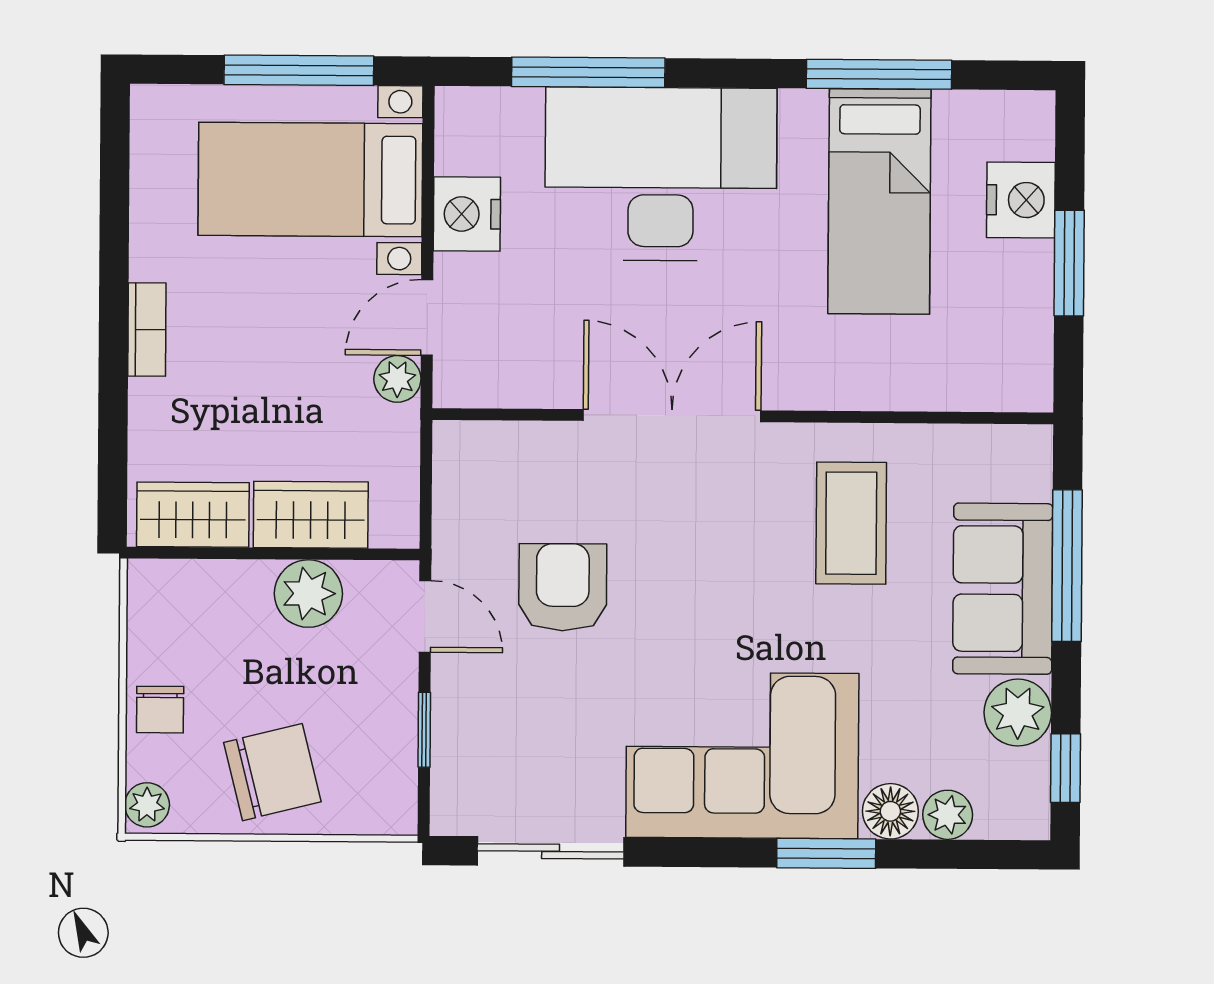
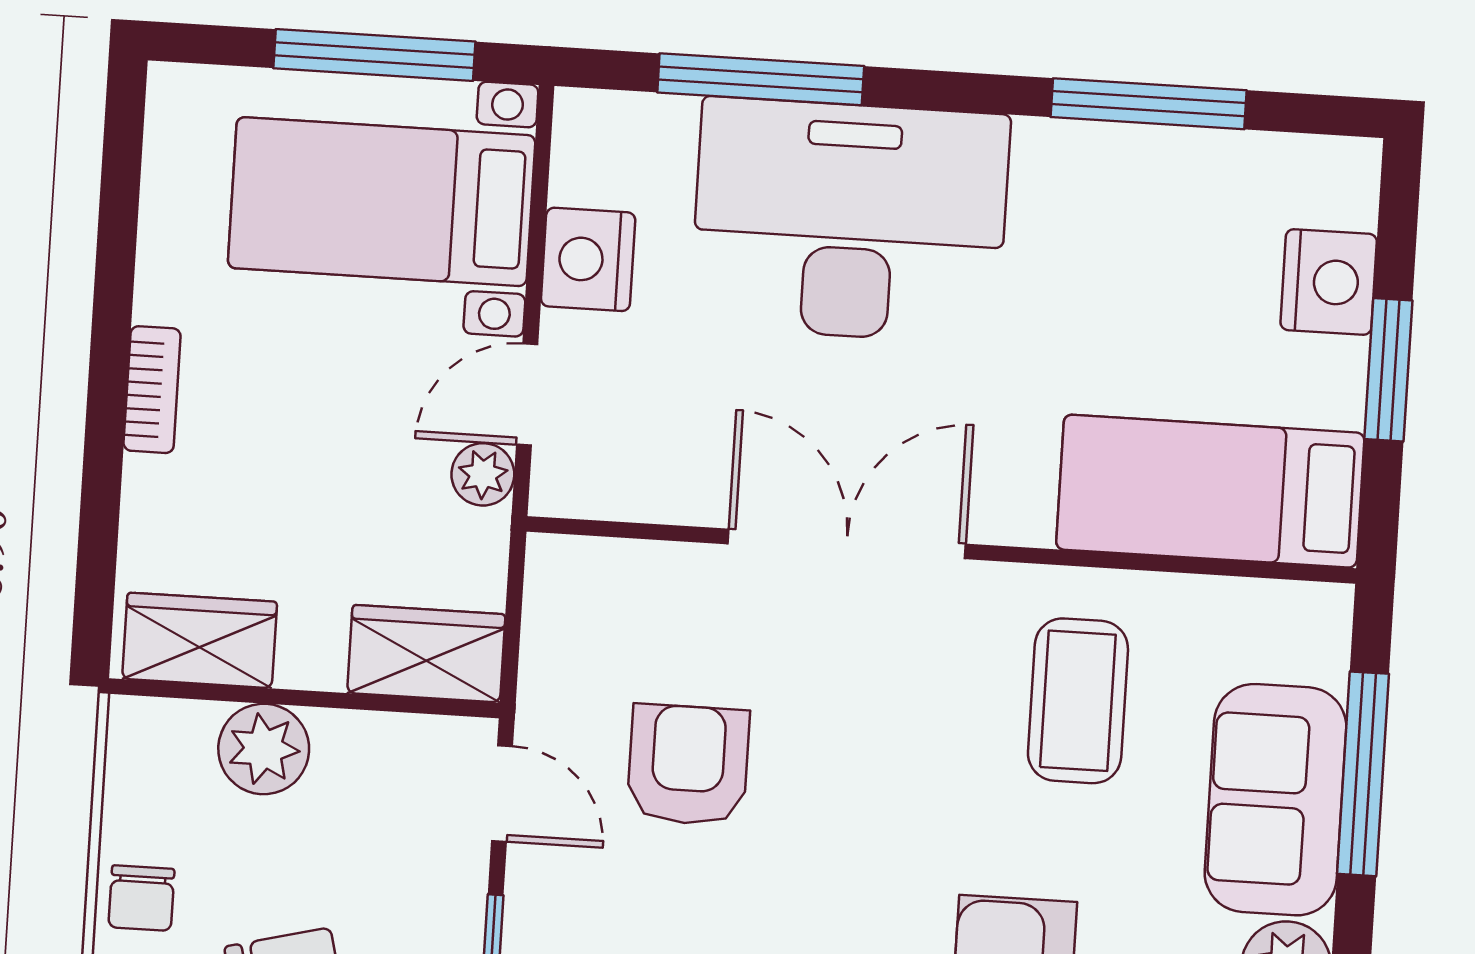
bed: (879, 202) -> (1210, 491), moved, turned 90
wardrobe: (311, 515) -> (426, 654), moved
plant: (308, 594) -> (264, 749), moved

